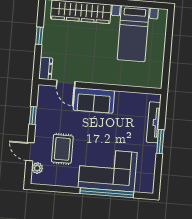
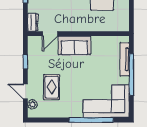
door: (66, 84) -> (50, 34), hinge flipped
window: (160, 142) -> (131, 75), width x2.11
corner sofa: (108, 170) -> (106, 101), moved

